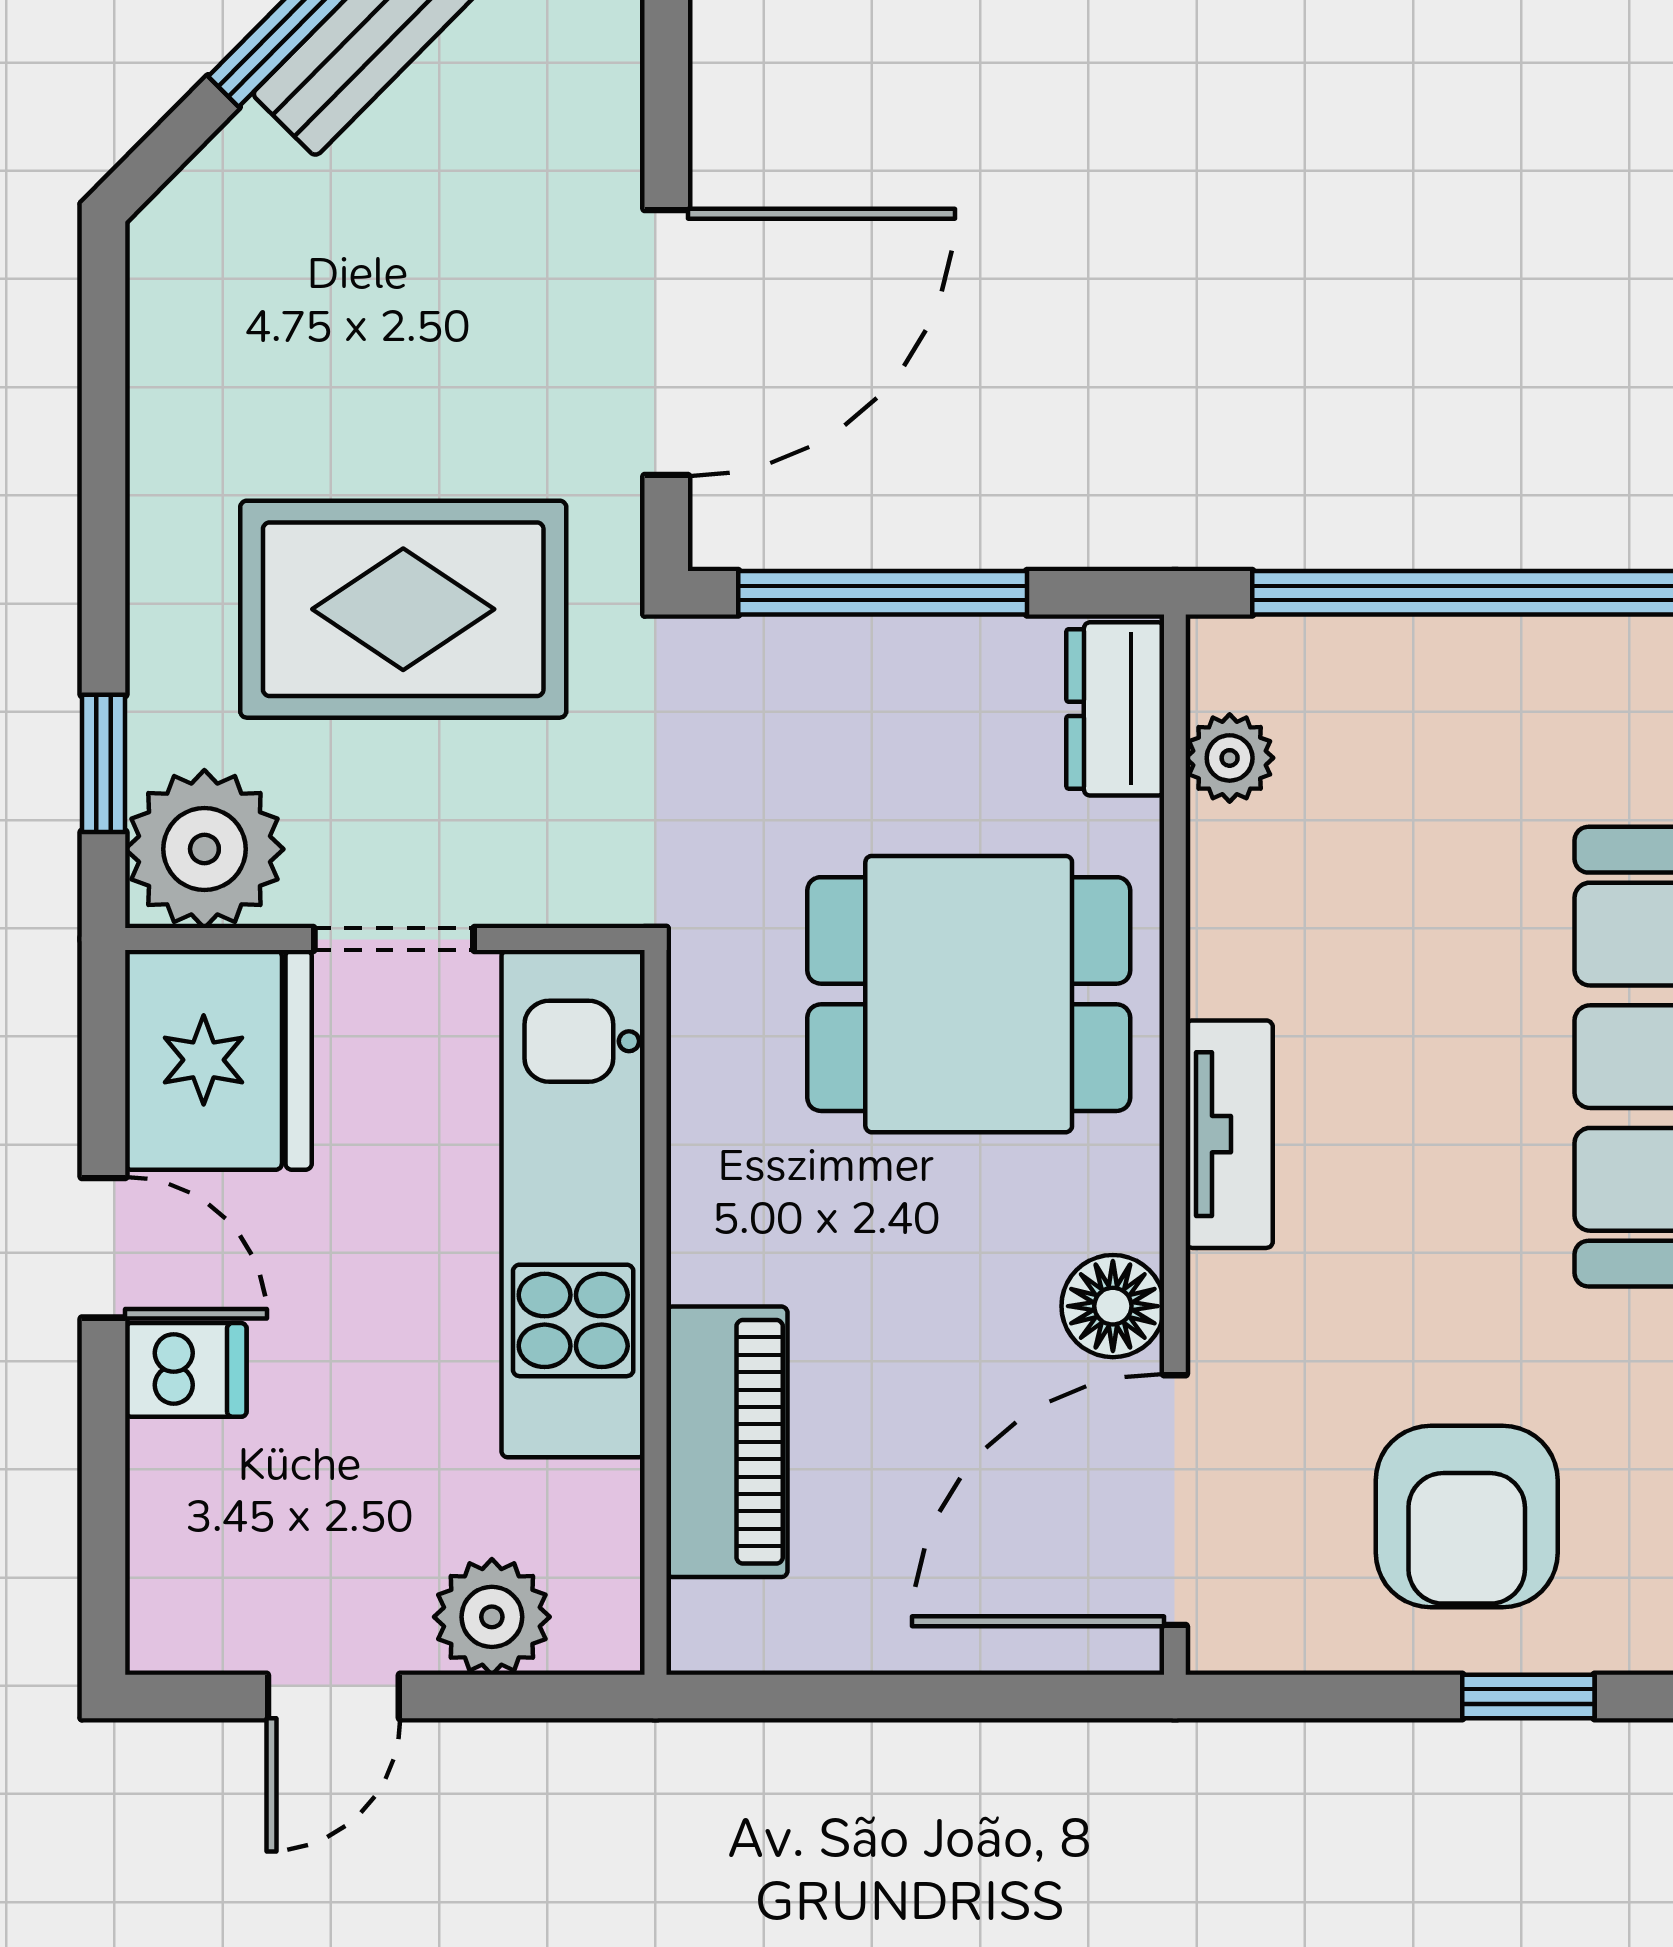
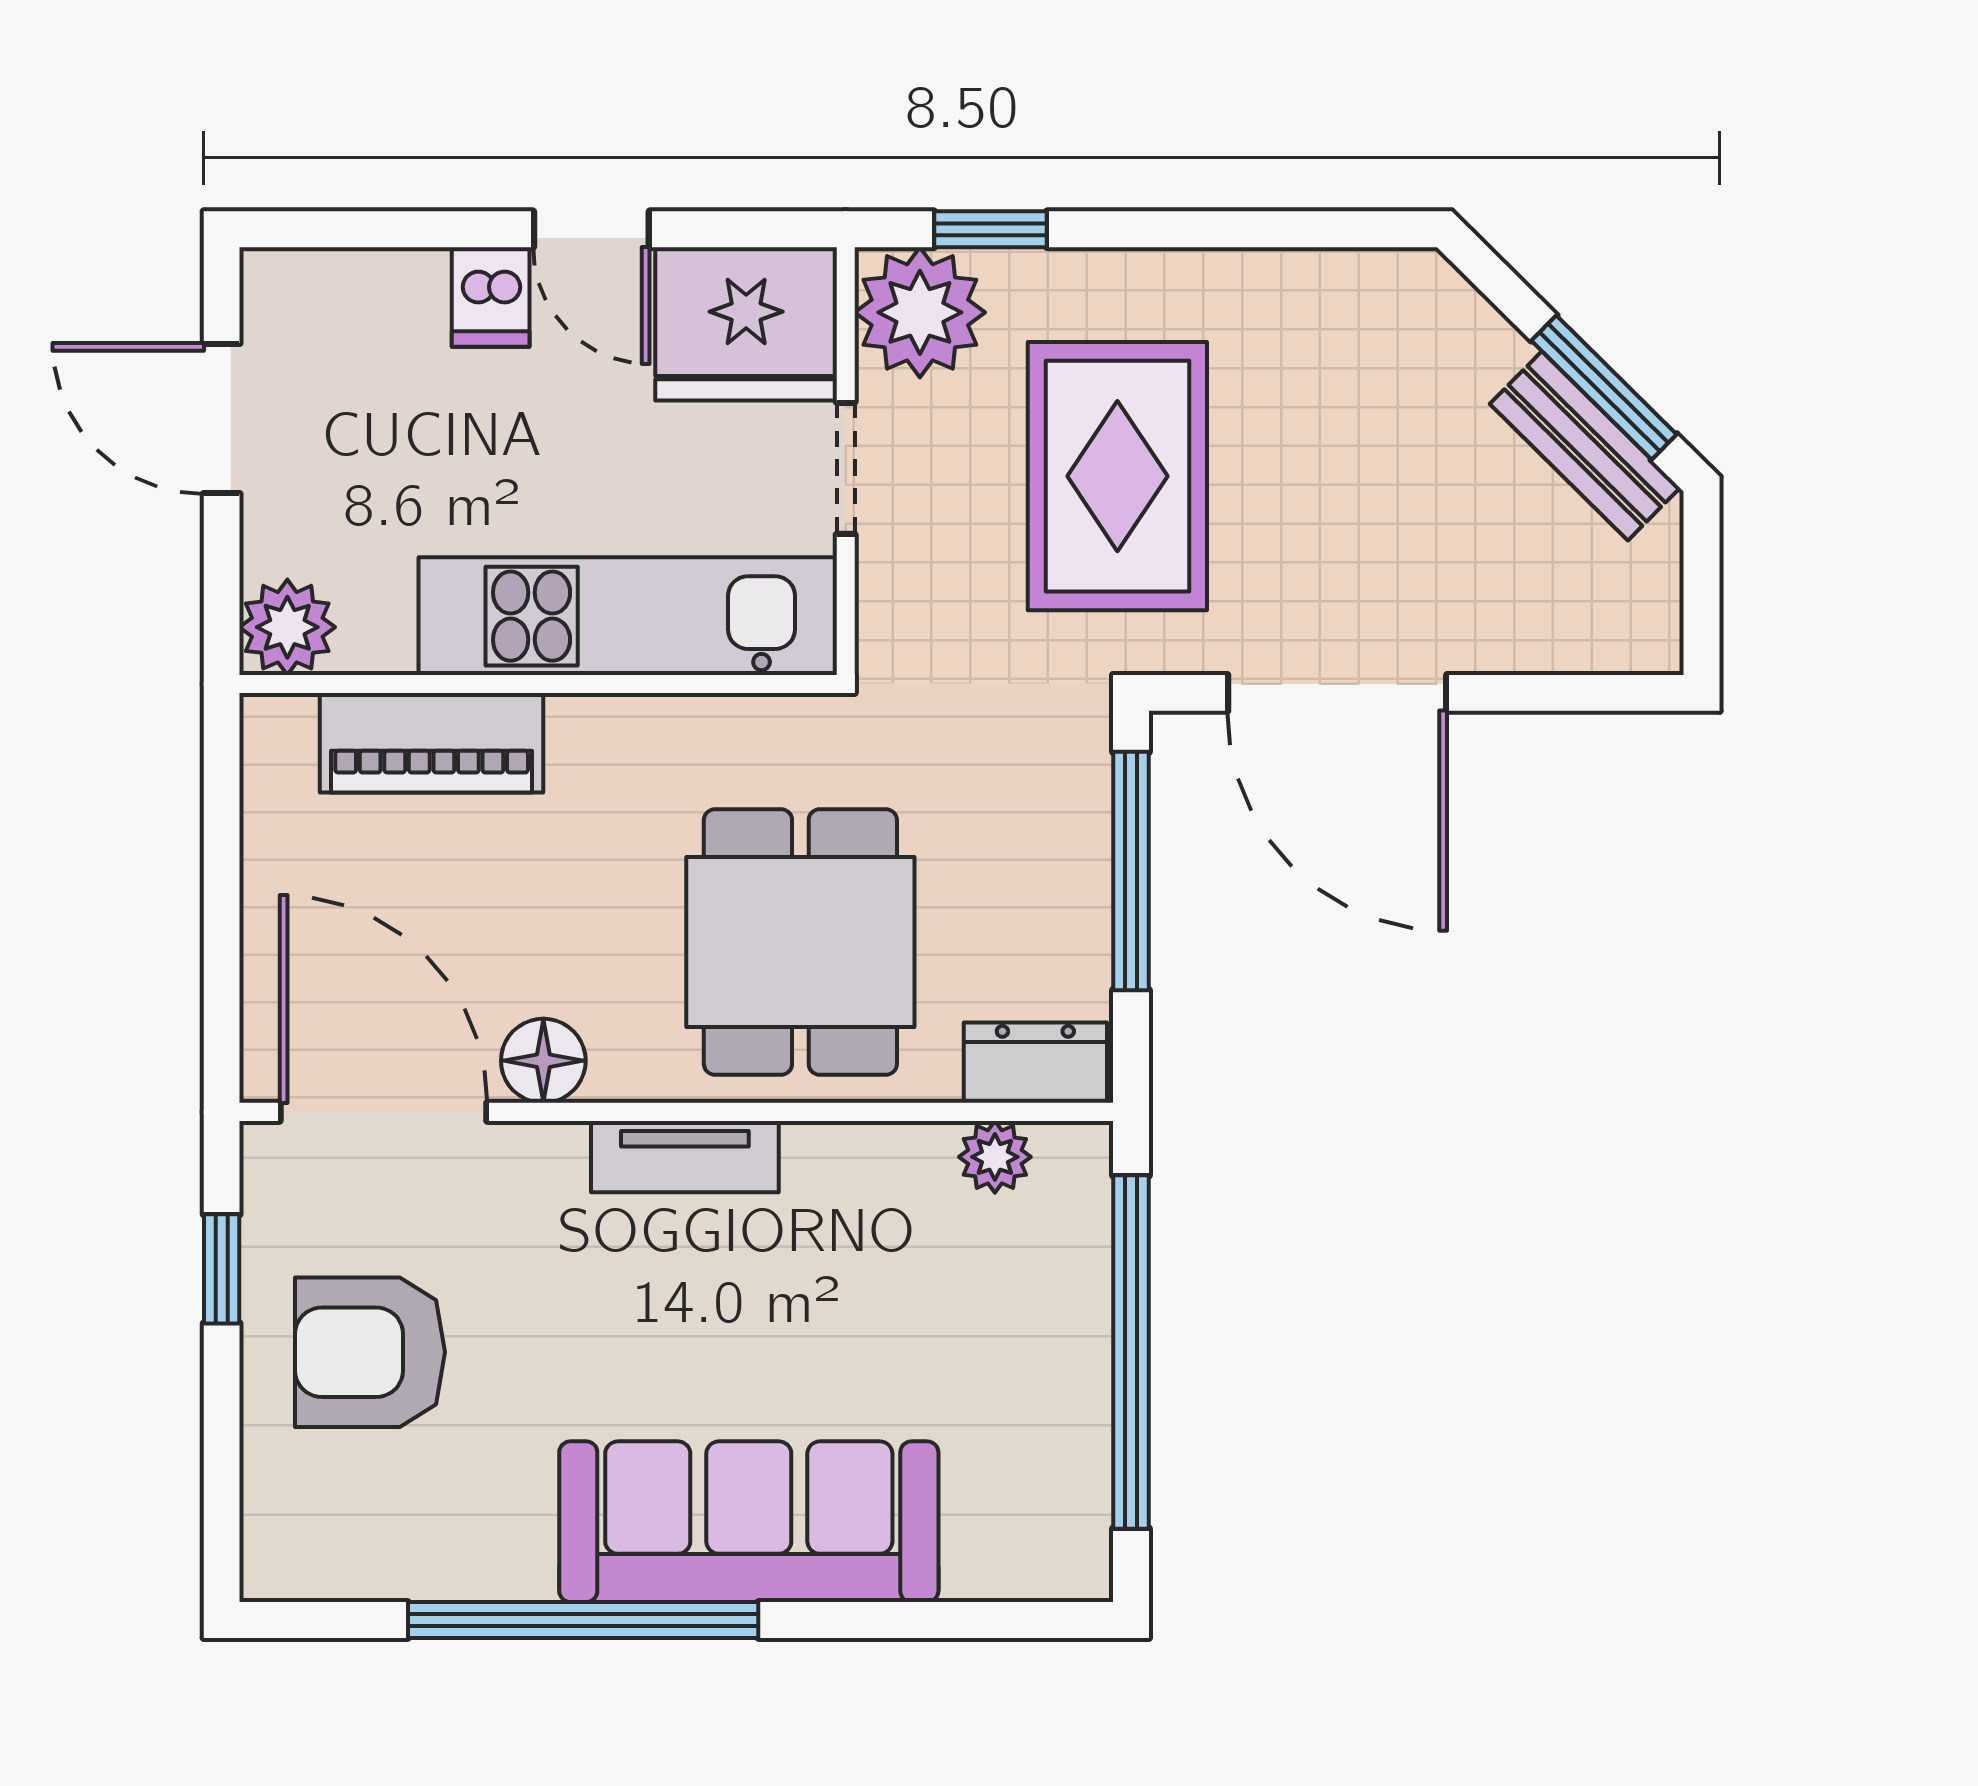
door: (104, 1248) -> (591, 229), hinge flipped
plant: (492, 1617) -> (287, 627), moved
door: (333, 1697) -> (222, 419), width x1.38
window: (1528, 1697) -> (222, 1269), moved

